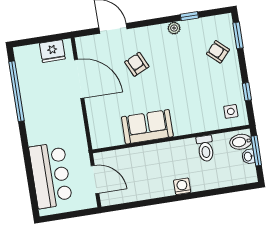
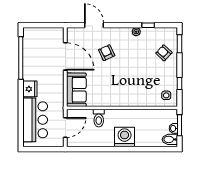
fridge: (52, 51) -> (30, 89), moved, turned -90
sofa: (147, 127) -> (76, 90), moved, turned 90
bidet: (241, 142) -> (170, 139), moved
toilet: (205, 148) -> (99, 118), moved
door: (95, 180) -> (65, 127), hinge flipped
washing machine: (182, 186) -> (125, 137), width x1.89, depth x1.89

